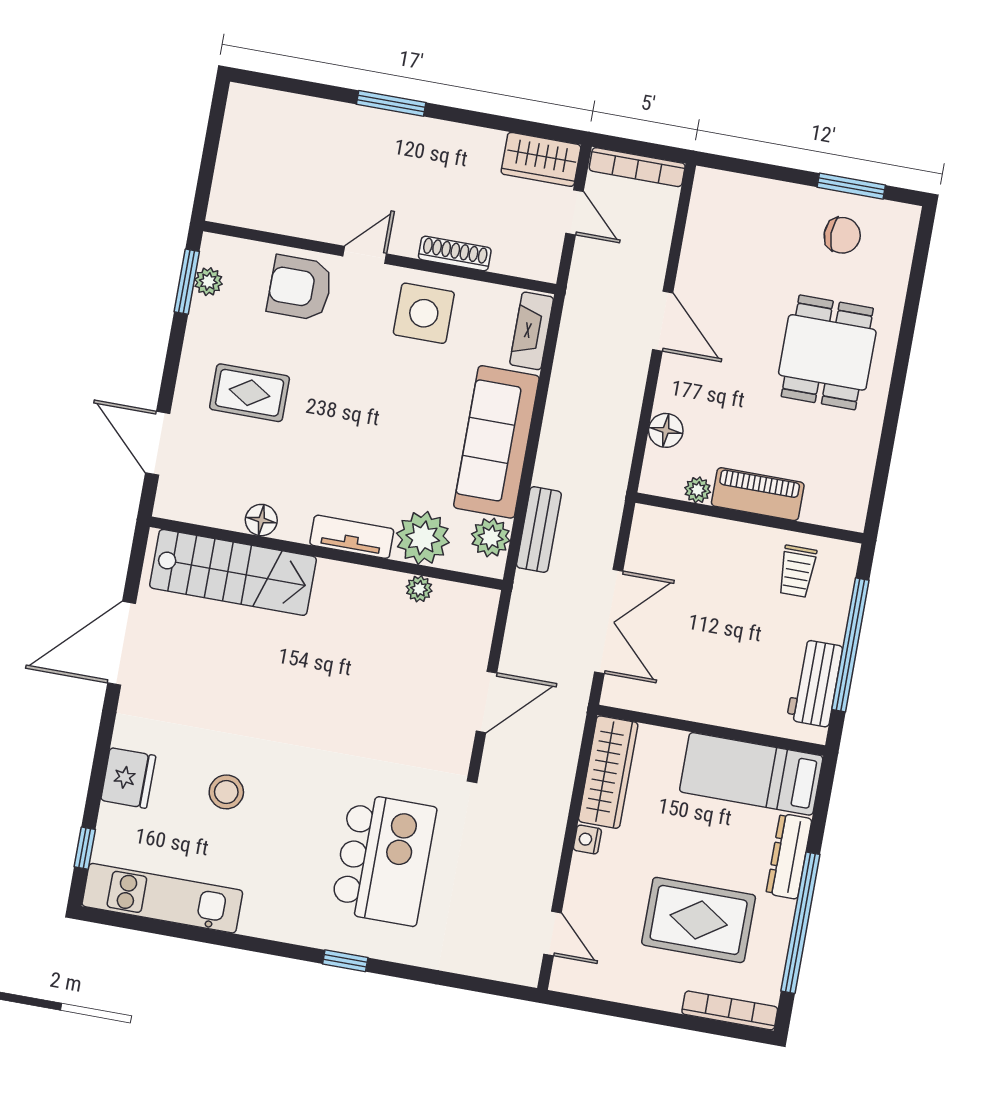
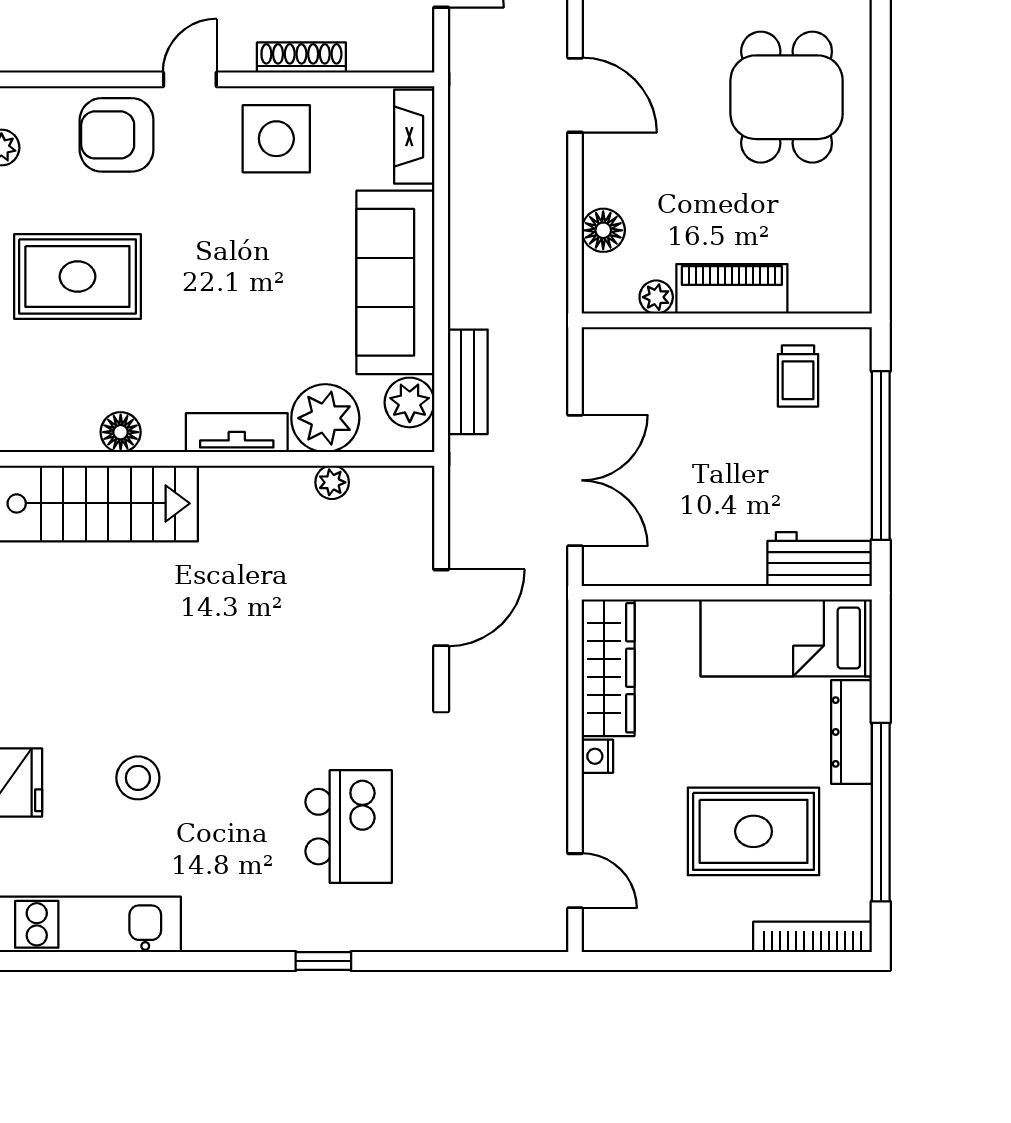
rug: (250, 393) -> (77, 277), width x1.36, depth x1.43
workbench: (815, 683) -> (820, 559), moved, turned 90
kitchen island: (384, 859) -> (349, 827), width x0.73, depth x0.78

